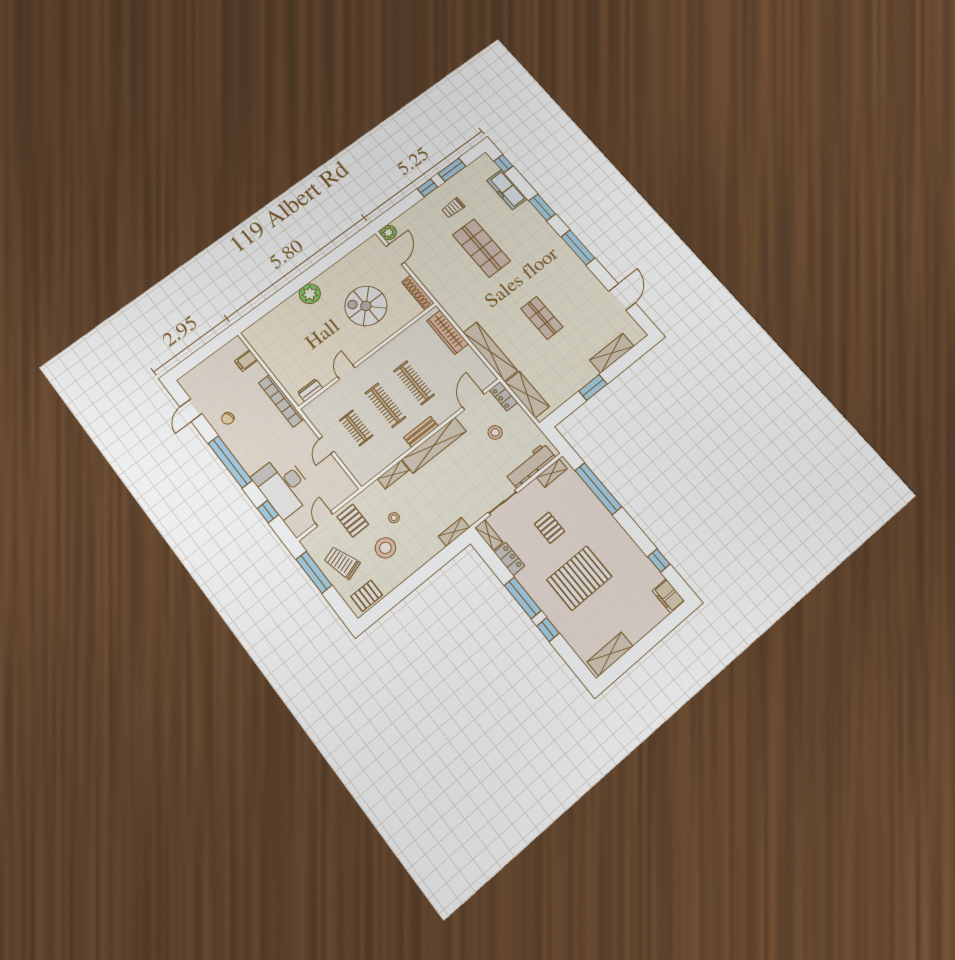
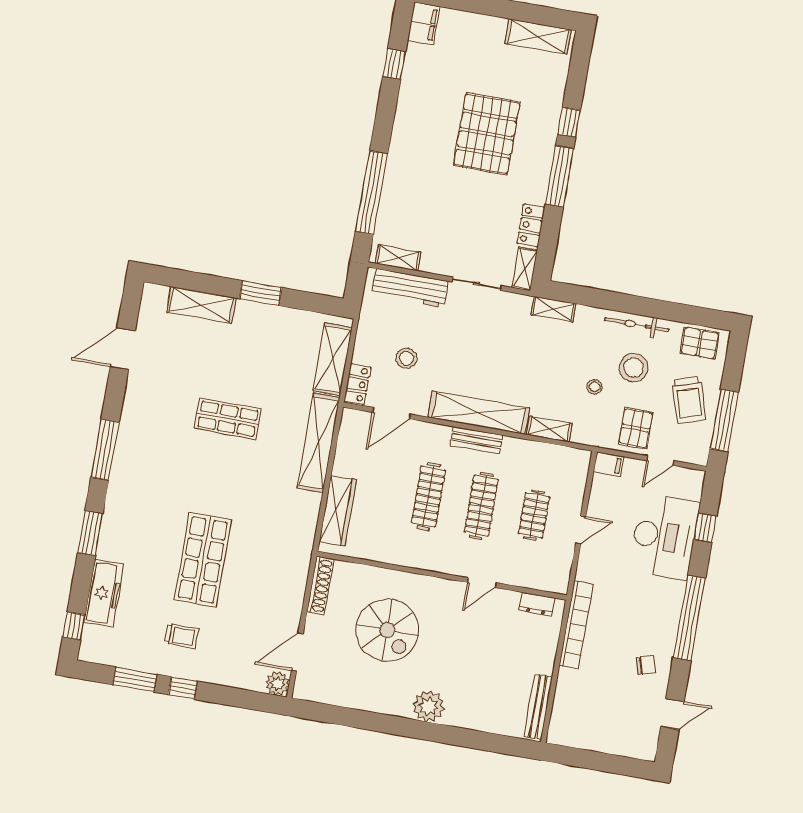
shop shelf: (542, 318) -> (228, 419), turned 90
bench: (259, 346) -> (538, 707), added
filing cabinet: (246, 361) -> (609, 464), moved
pallet: (550, 528) -> (460, 210), removed
bicycle: (407, 570) -> (637, 325), added
pallet: (579, 578) -> (487, 134), turned 90

